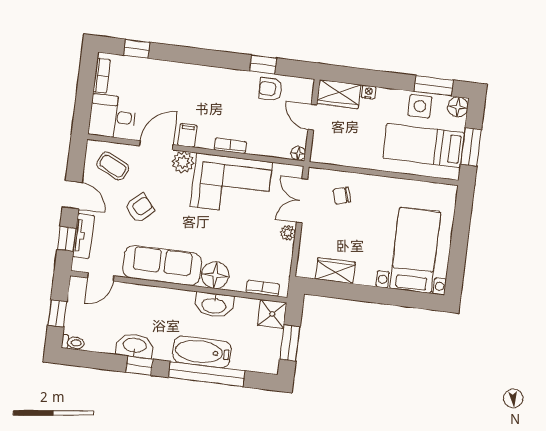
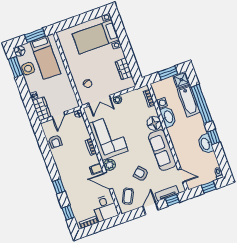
window: (263, 65) -> (59, 186), moved
washing machine: (243, 306) -> (162, 103), added
shower: (272, 314) -> (181, 80), moved
bathtub: (202, 352) -> (189, 101), moved

